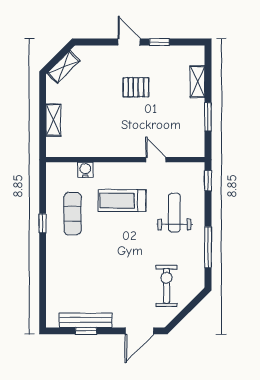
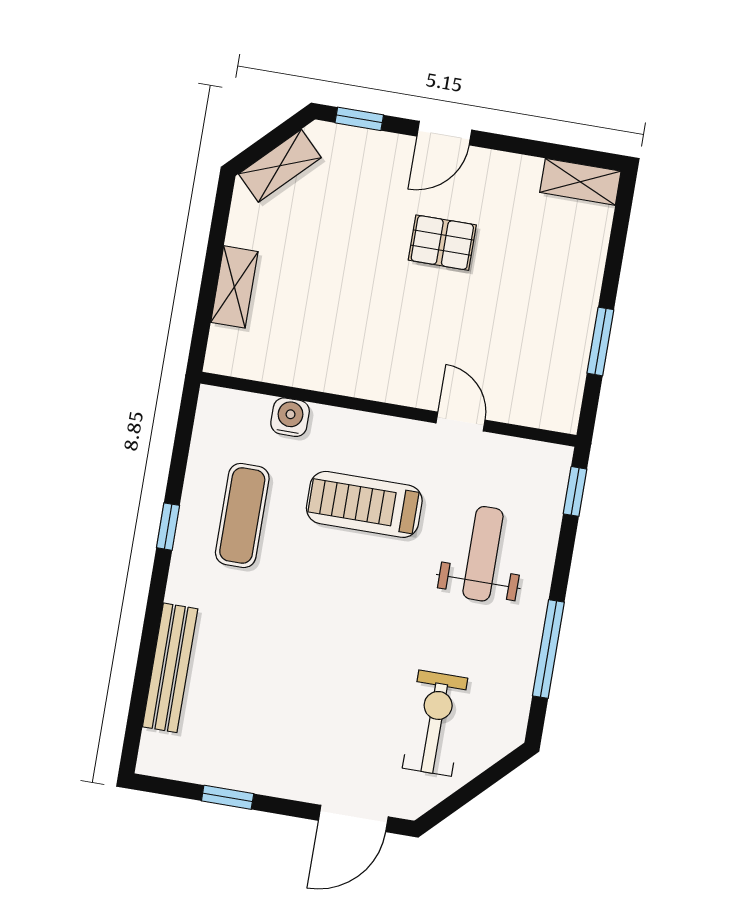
door: (129, 42) -> (444, 133), swing flipped
window: (159, 42) -> (359, 119), moved
shelving: (197, 82) -> (580, 182), moved, turned 90
bench: (86, 320) -> (170, 668), moved, turned 90

